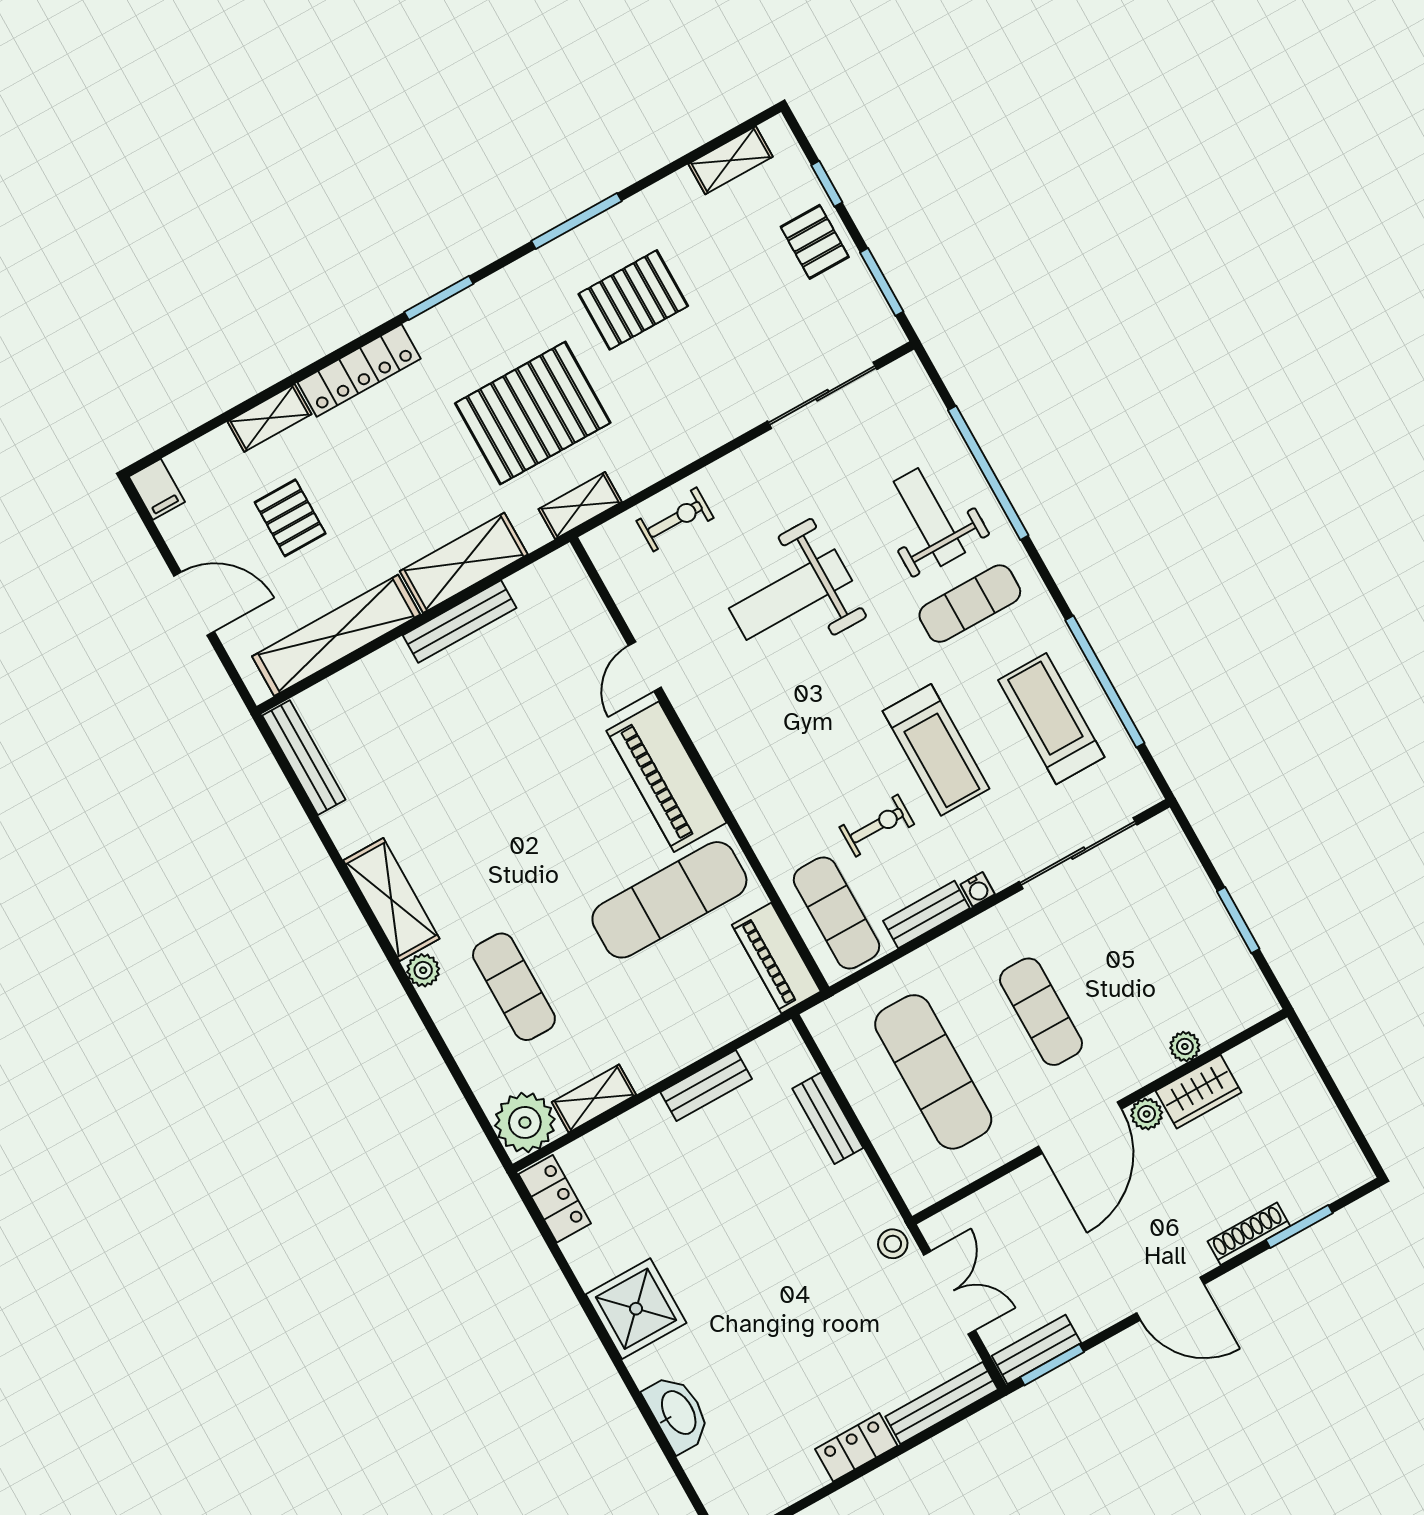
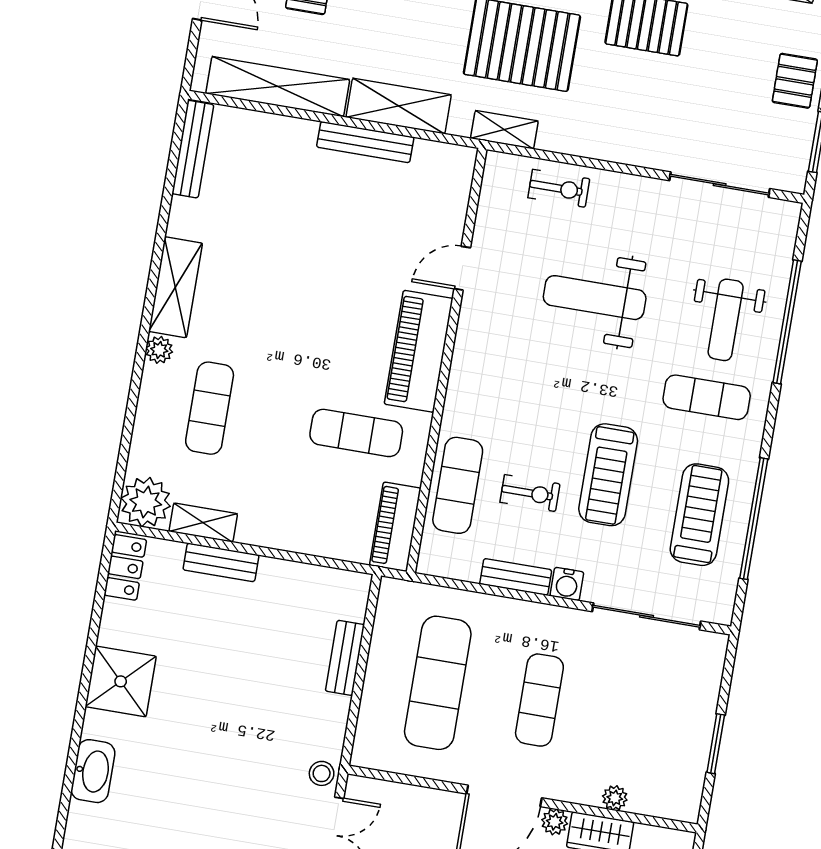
weight bench: (929, 517) -> (726, 320), turned 180
water cooler: (978, 889) -> (567, 584), width x1.38, depth x1.38
exercise mat: (669, 900) -> (356, 433), width x0.73, depth x0.69
exercise mat: (837, 913) -> (458, 485), moved
bench: (706, 1085) -> (221, 562), moved

